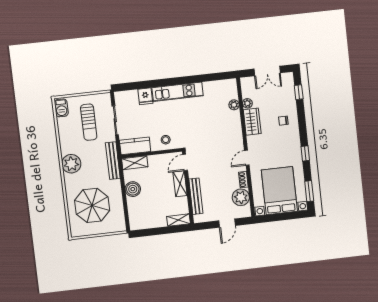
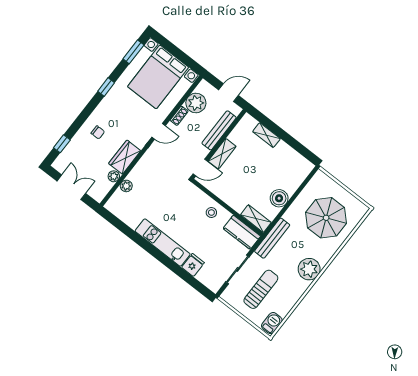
door: (185, 162) -> (200, 167), moved
shelving: (180, 184) -> (222, 154), moved
wall: (188, 188) -> (219, 144), moved
bench: (196, 196) -> (219, 130), moved

